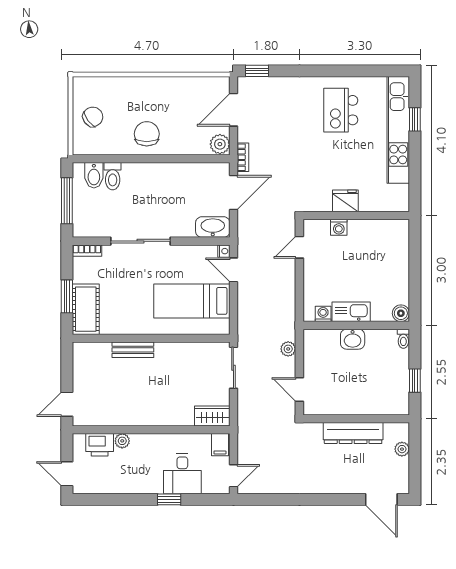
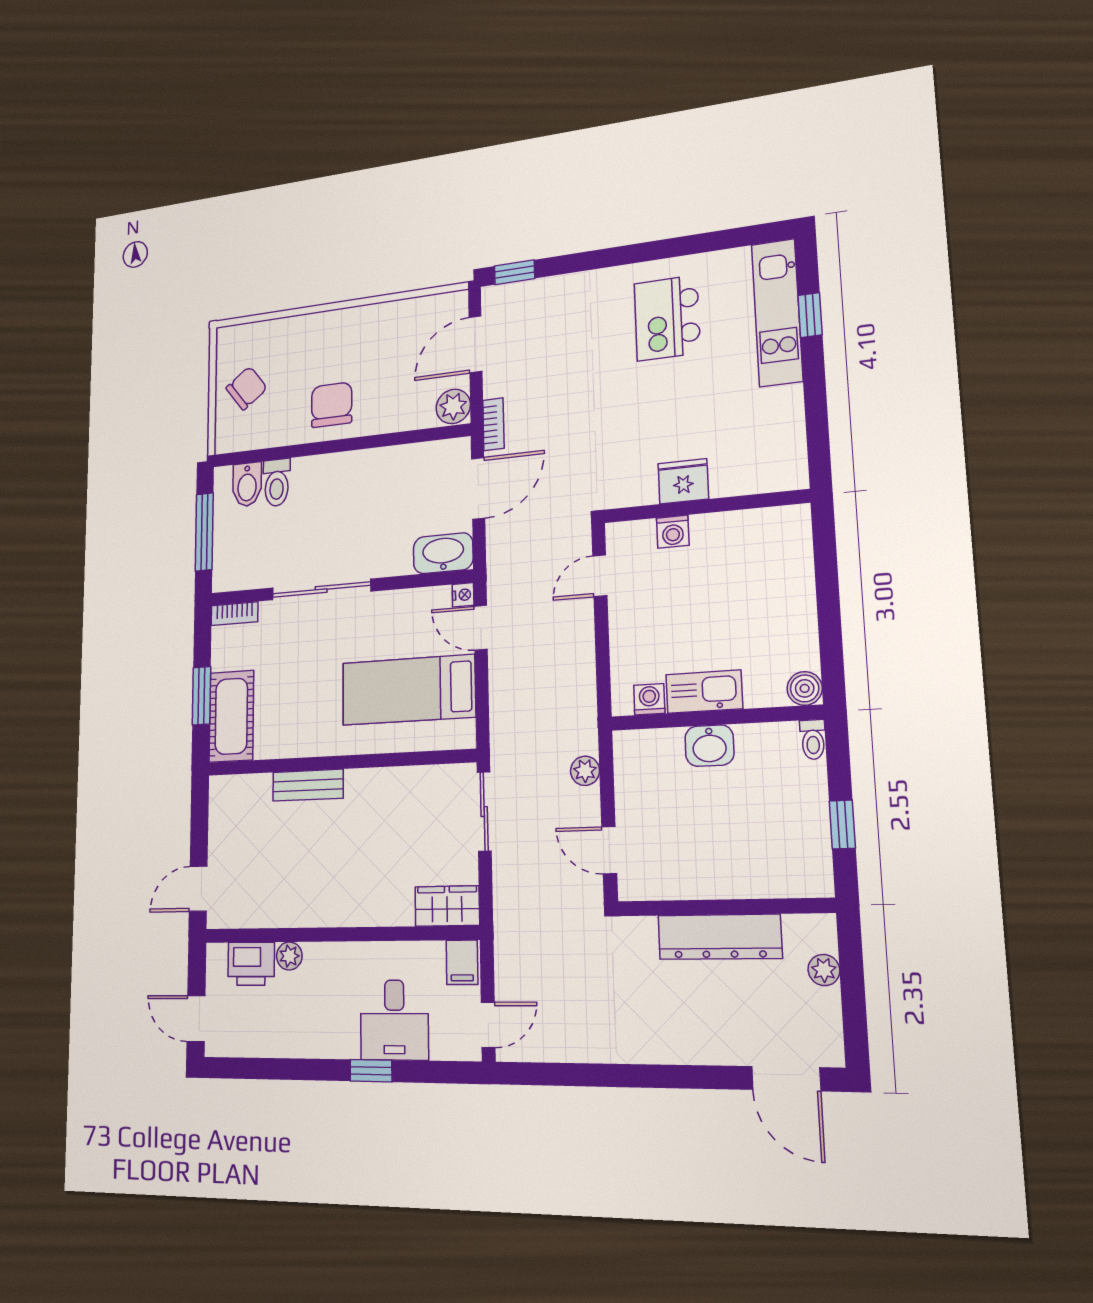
kitchen unit: (398, 130) -> (777, 312), width x0.73

